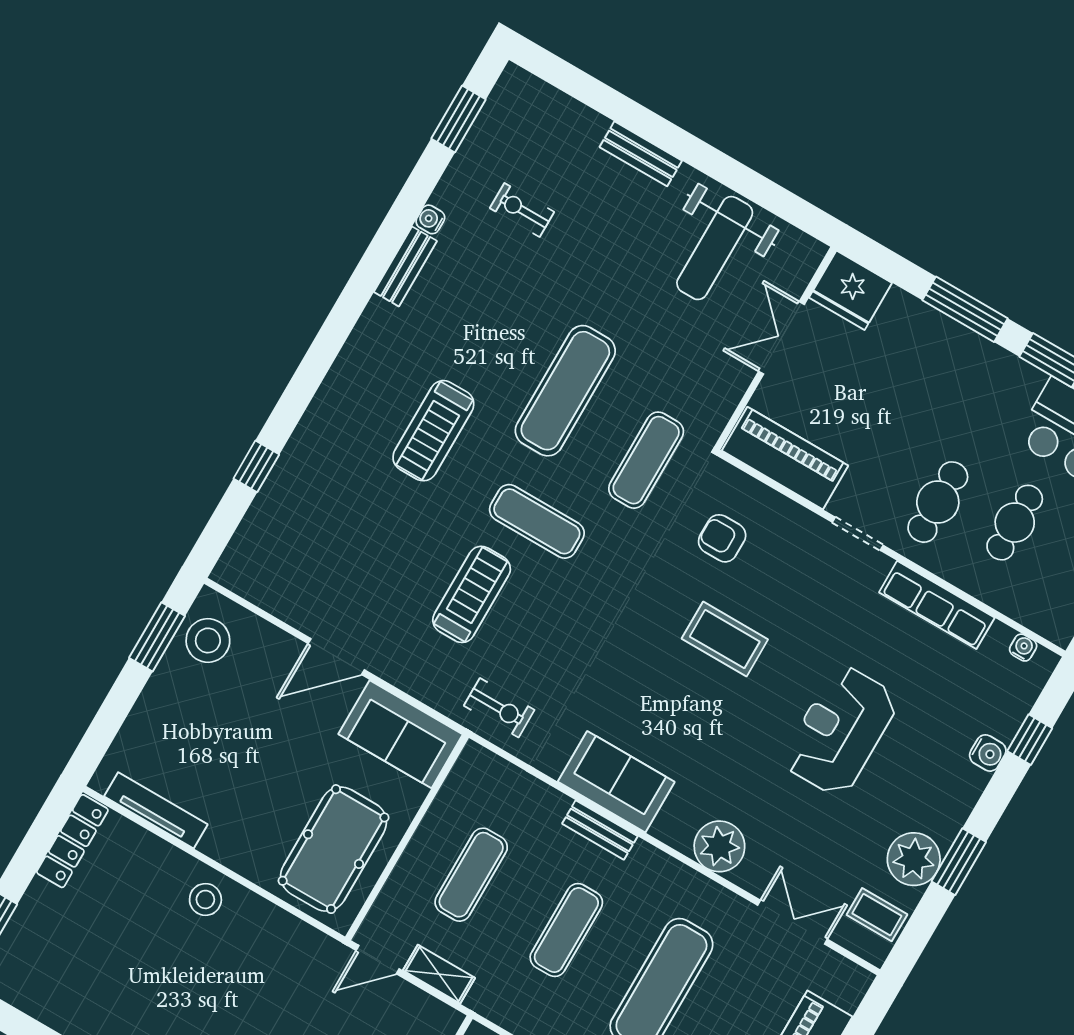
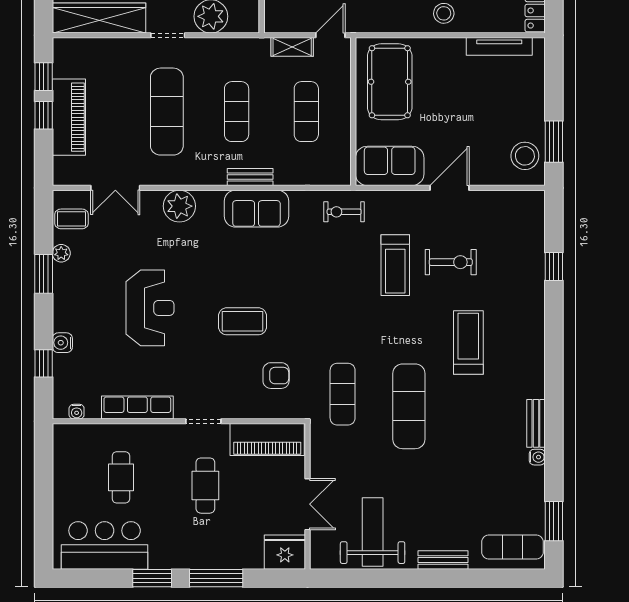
exercise bike: (522, 210) -> (451, 262), moved, width x1.38, depth x1.39
cafe table: (938, 502) -> (205, 486), moved
exercise mat: (537, 521) -> (513, 547), moved
plant: (914, 859) -> (61, 253), width x0.53, depth x0.53

